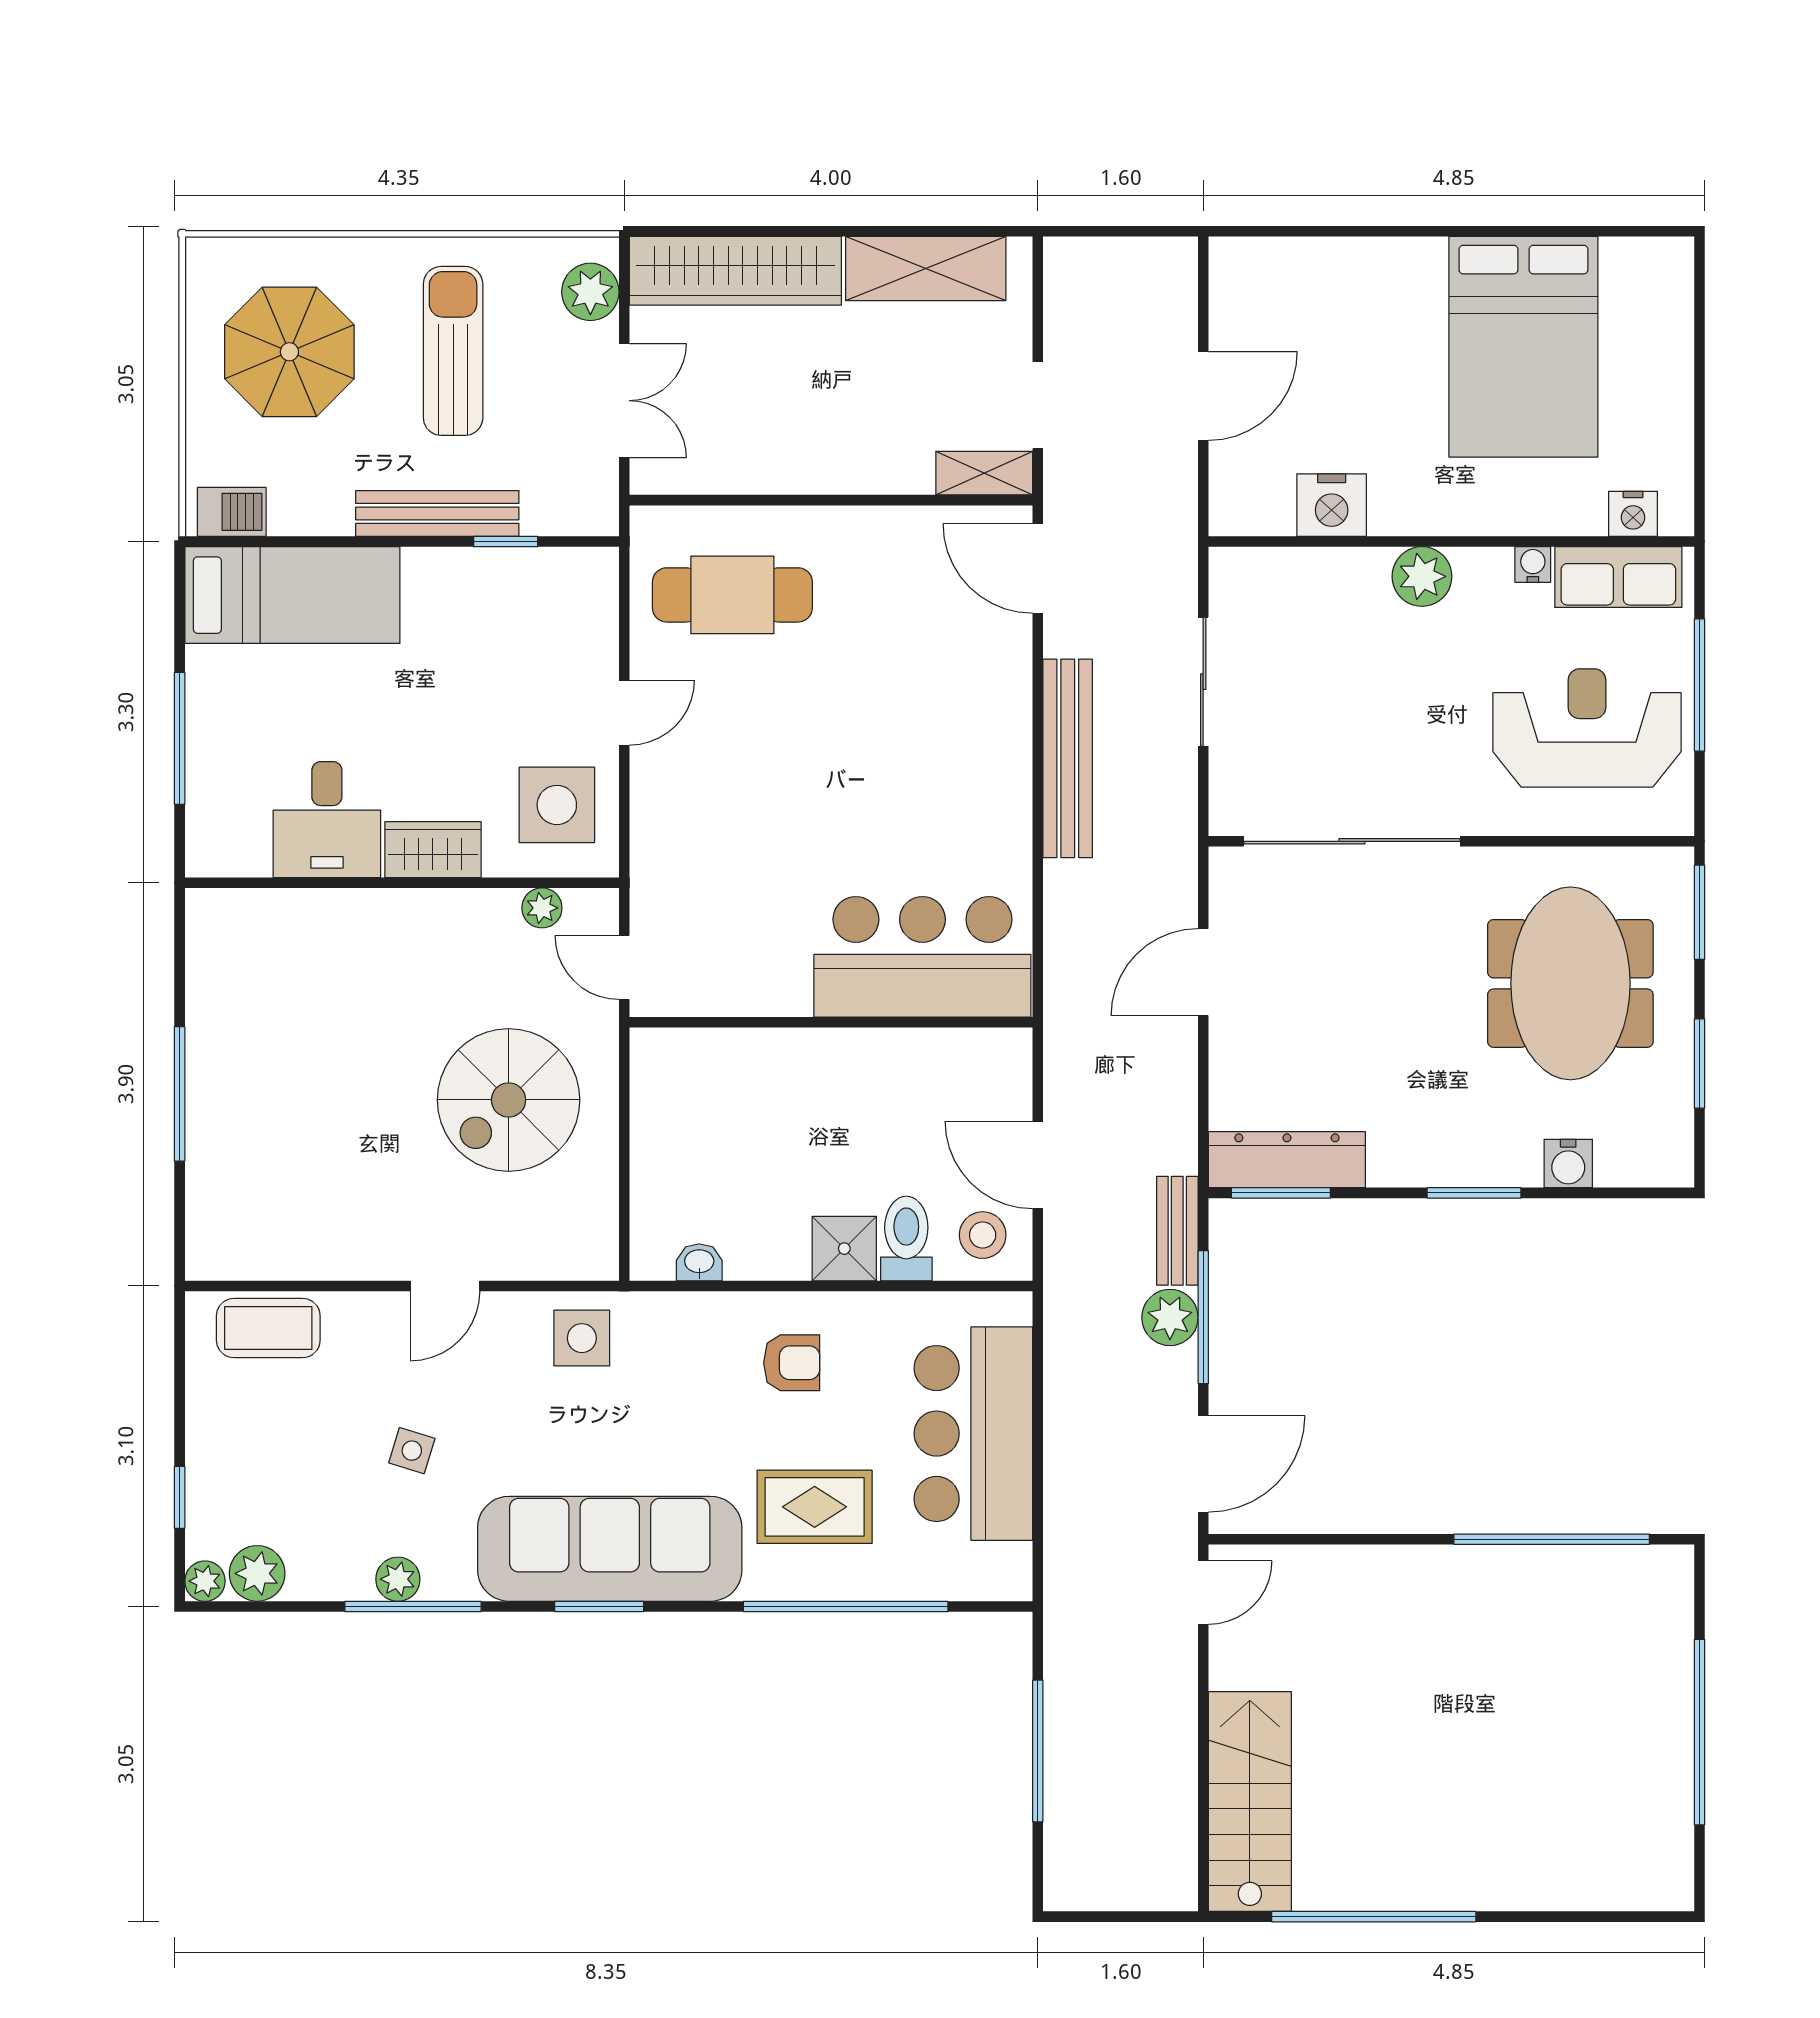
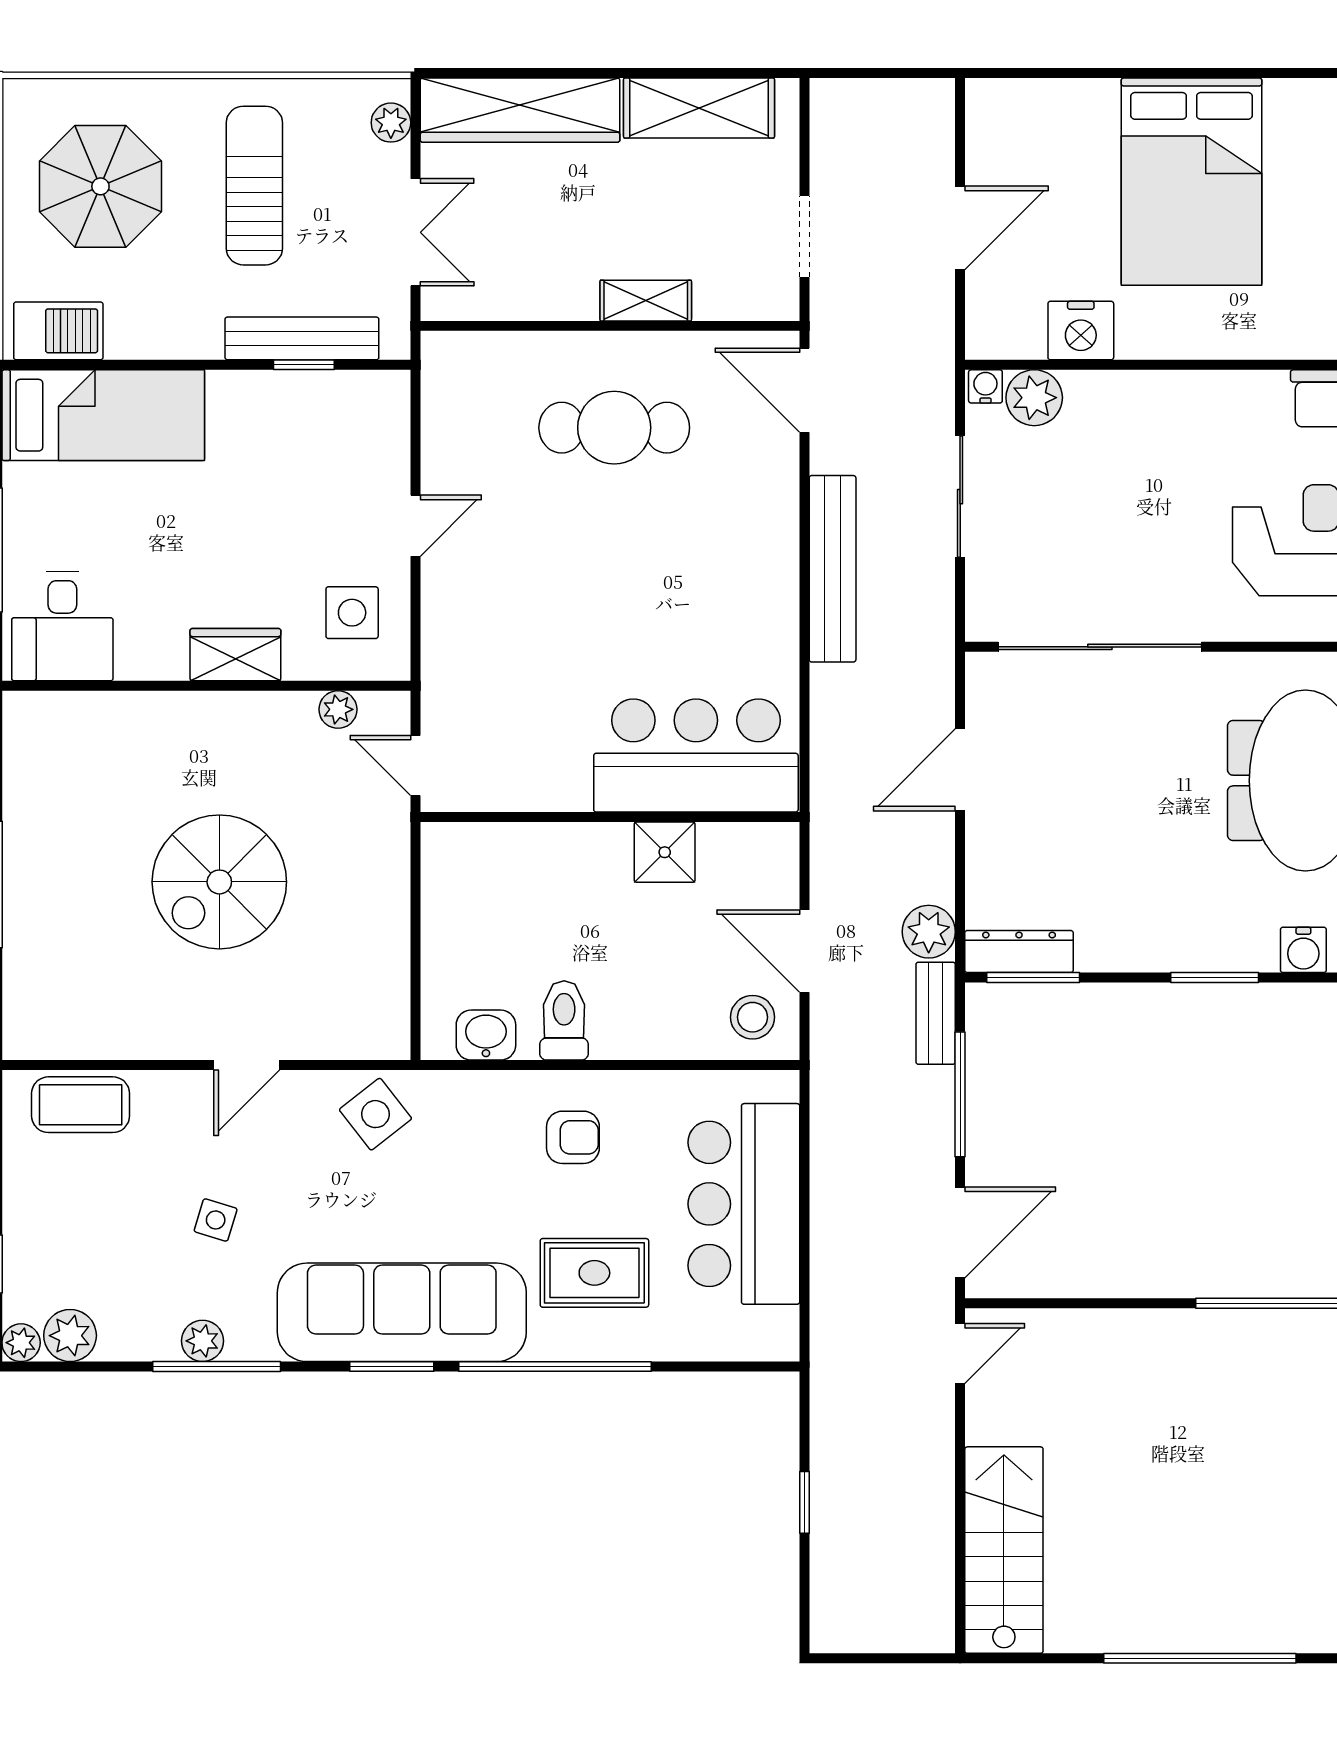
plant: (590, 292) -> (391, 123), width x0.73, depth x0.73
bed: (1523, 347) -> (1191, 182), moved
shelving: (984, 473) -> (646, 301), moved
barbecue: (232, 512) -> (58, 331), width x1.38, depth x1.27
bench: (437, 513) -> (302, 338), moved
water cooler: (1533, 564) -> (985, 386), moved
plant: (1422, 576) -> (1034, 398), moved
cafe table: (732, 595) -> (614, 428), moved
side table: (557, 805) -> (352, 613), width x0.73, depth x0.73
desk: (327, 820) -> (62, 626), moved
spiral stairs: (509, 1100) -> (219, 882), moved
dresser: (1287, 1160) -> (1019, 951), width x0.73, depth x0.80
toilet: (906, 1238) -> (564, 1020), moved
shower: (844, 1249) -> (665, 852), moved
washbasin: (699, 1262) -> (486, 1035), width x1.38, depth x1.45
plant: (1170, 1317) -> (929, 932), moved
side table: (582, 1338) -> (375, 1114), turned -38
window: (846, 1606) -> (555, 1367), moved
window: (1038, 1751) -> (804, 1502), width x0.46
window: (1374, 1917) -> (1200, 1658), moved

